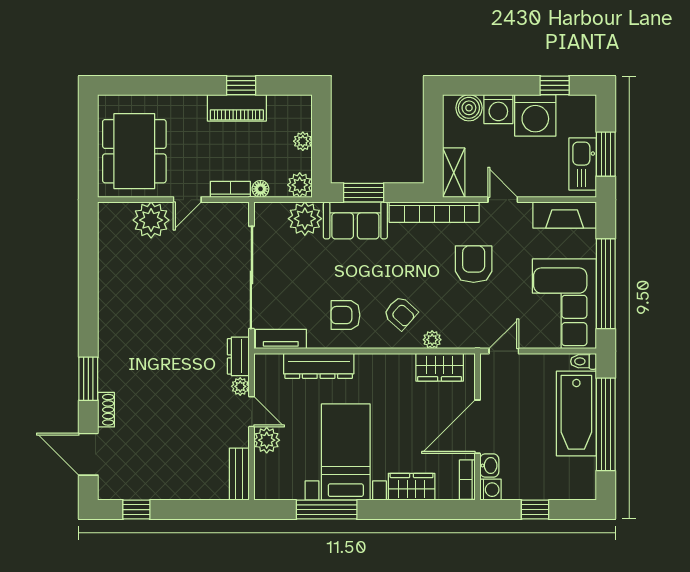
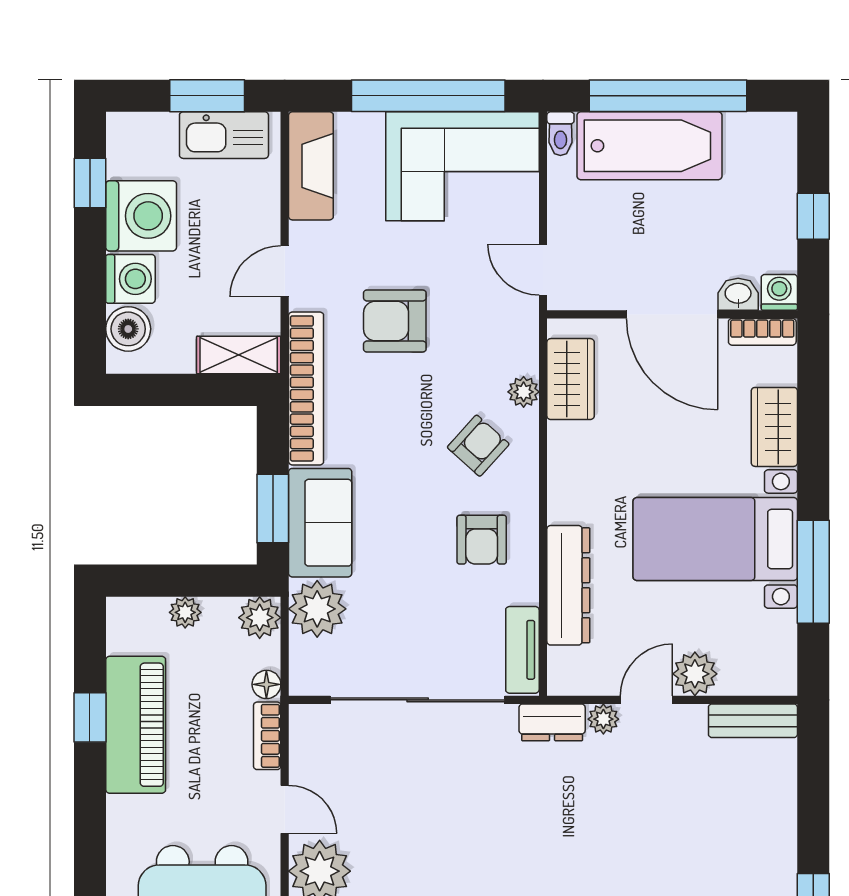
piano: (237, 108) -> (136, 725), width x1.37, depth x1.33

